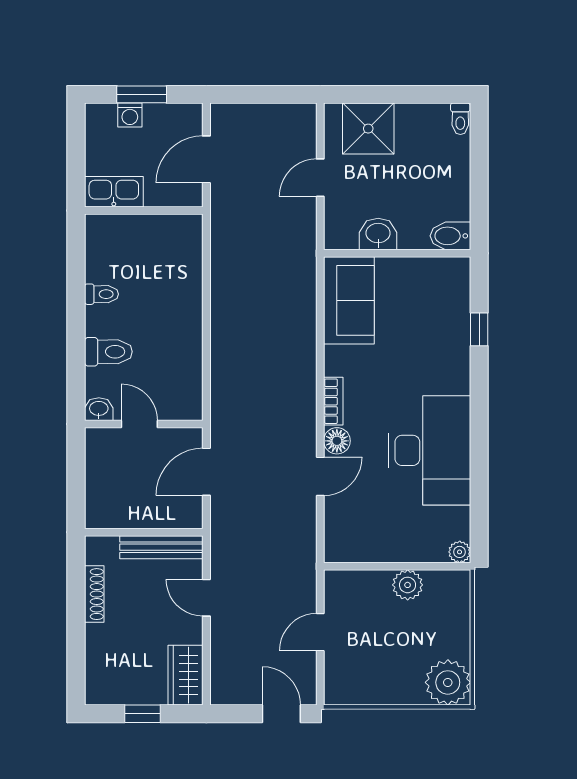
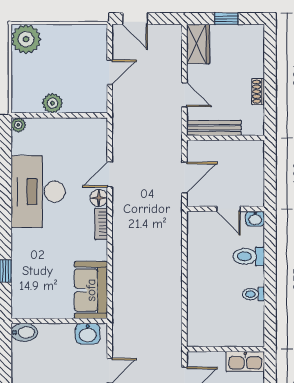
washbasin: (378, 234) -> (88, 334), moved
shoe rack: (94, 594) -> (258, 92), width x0.70

